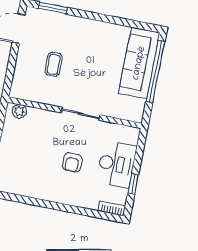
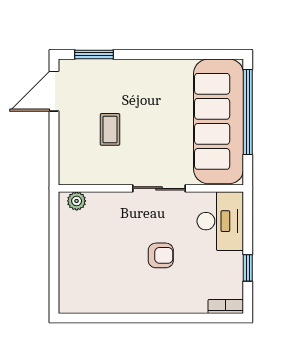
sofa: (139, 63) -> (219, 121), width x1.36, depth x1.27
armchair: (72, 162) -> (161, 255), turned -90
desk: (116, 164) -> (220, 221), moved

